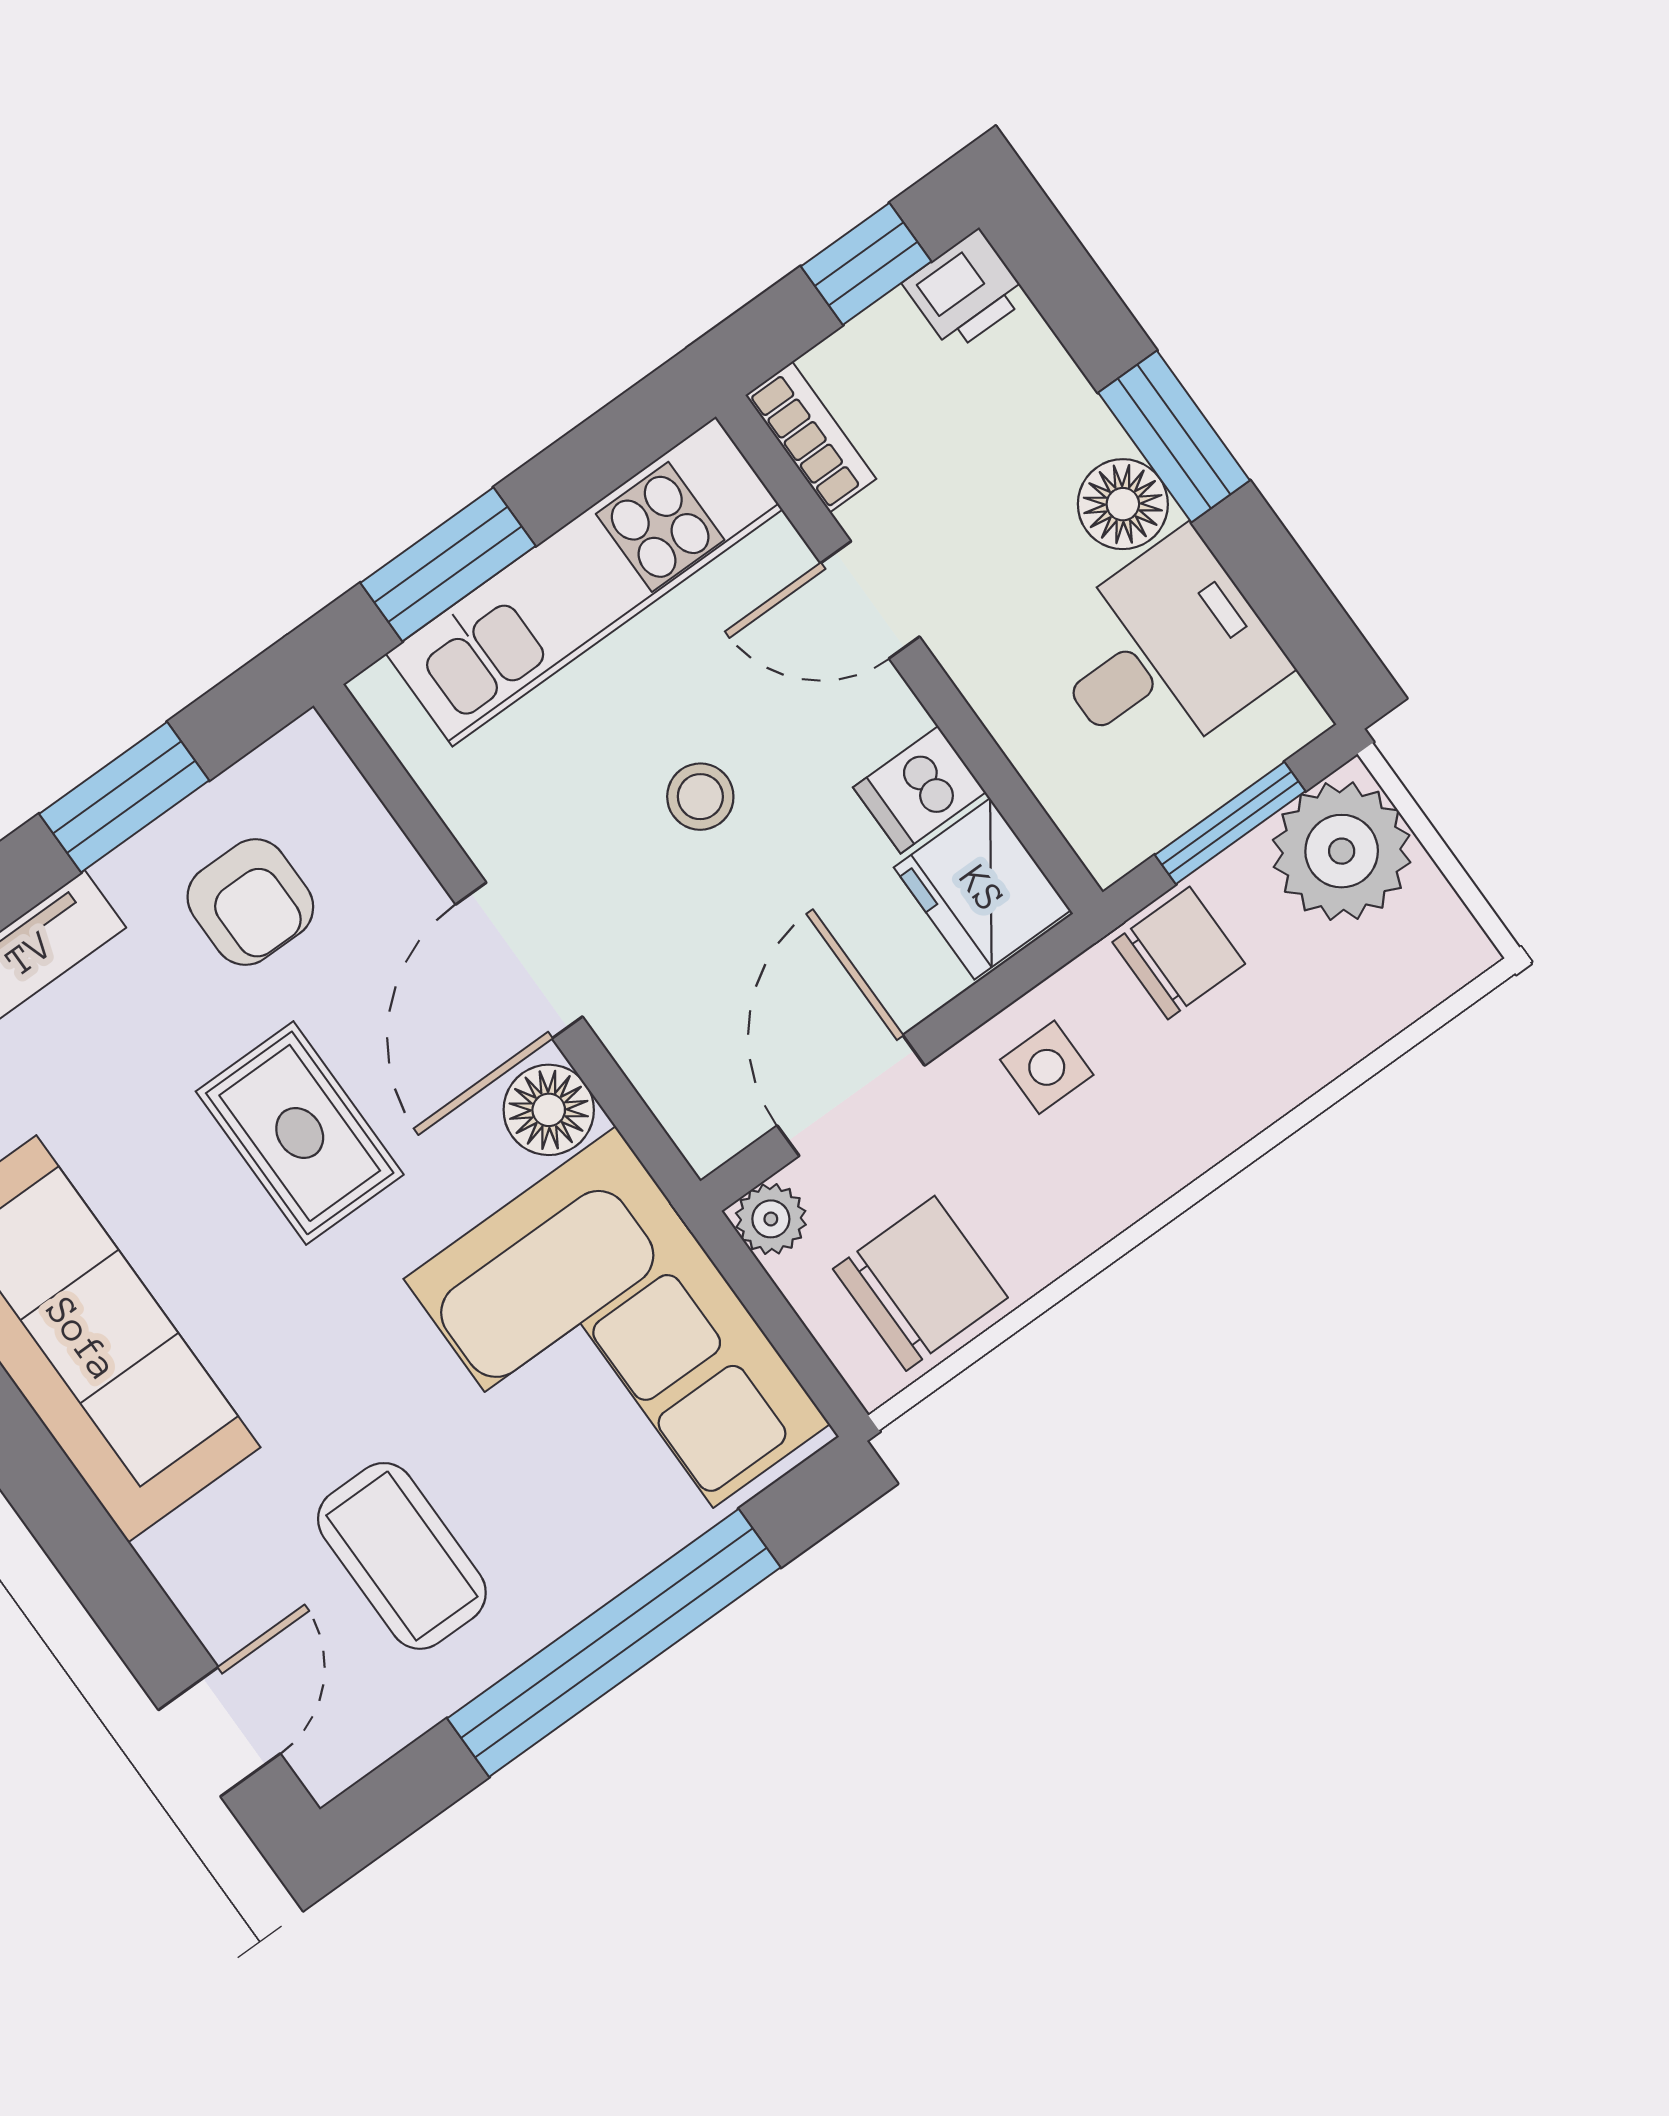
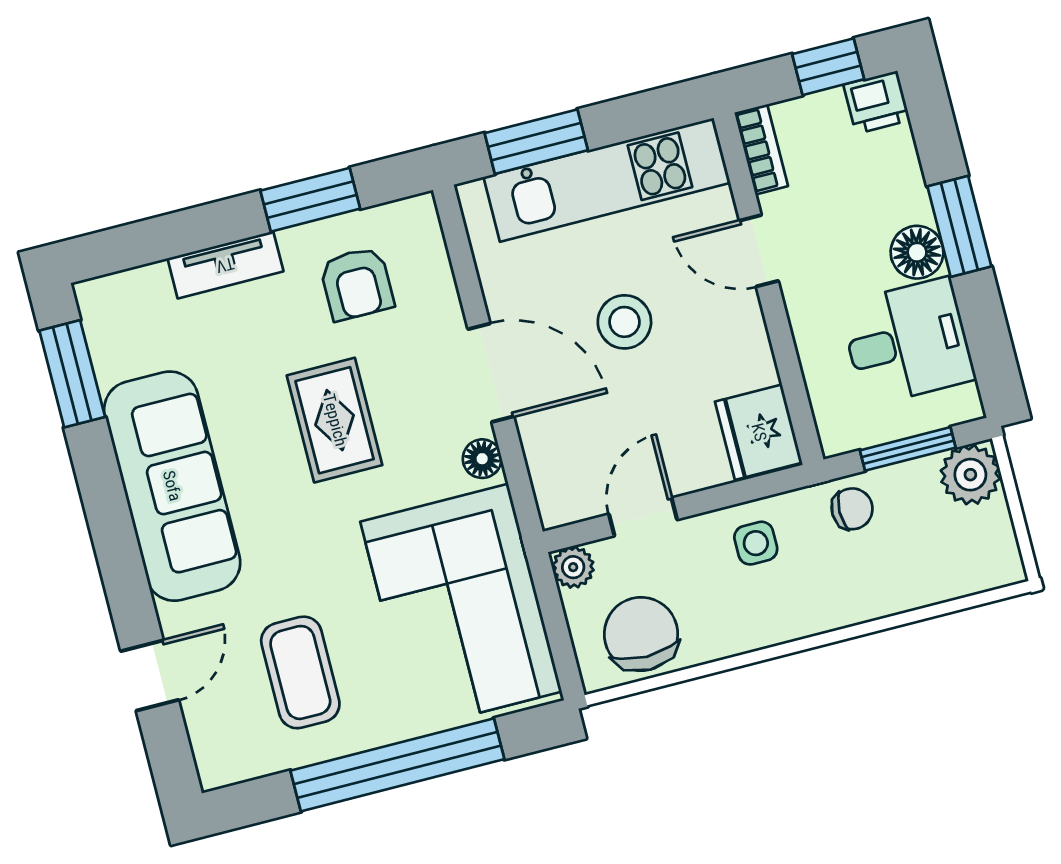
dishwasher: (919, 790) -> (745, 365), removed
stool: (700, 797) -> (624, 322), width x1.37, depth x1.37
plant: (1342, 851) -> (970, 475), width x0.73, depth x0.73
chair: (1179, 953) -> (852, 509), width x0.73, depth x0.73
door: (519, 960) -> (491, 373), swing flipped
door: (851, 1096) -> (643, 517), width x0.73
floor lamp: (549, 1110) -> (482, 459), width x0.73, depth x0.73
chair: (920, 1283) -> (641, 634), turned -90
door: (219, 1732) -> (150, 676), moved

